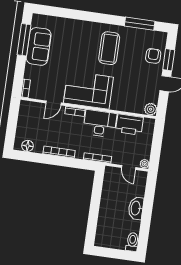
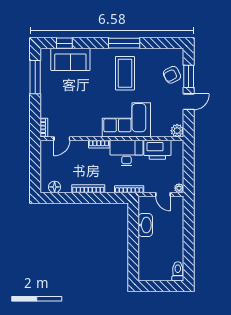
window: (56, 12) -> (64, 43), added
window: (140, 24) -> (124, 43), moved
sofa: (39, 46) -> (70, 59), moved, turned 90
armchair: (153, 56) -> (172, 75), turned -117
corner sofa: (88, 90) -> (126, 120), moved
door: (53, 103) -> (62, 139), moved
washbasin: (136, 208) -> (145, 225), moved, turned 180

